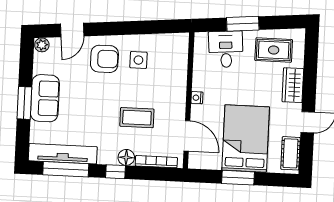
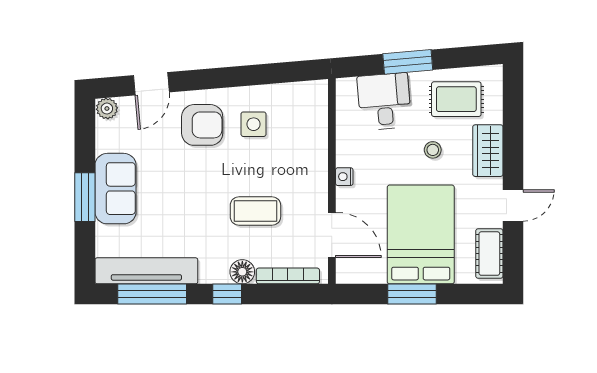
stool: (256, 83) -> (433, 150), added

